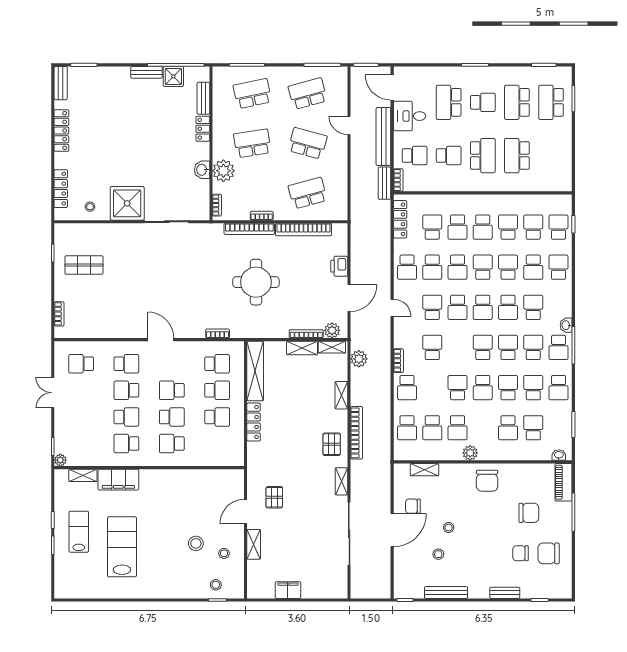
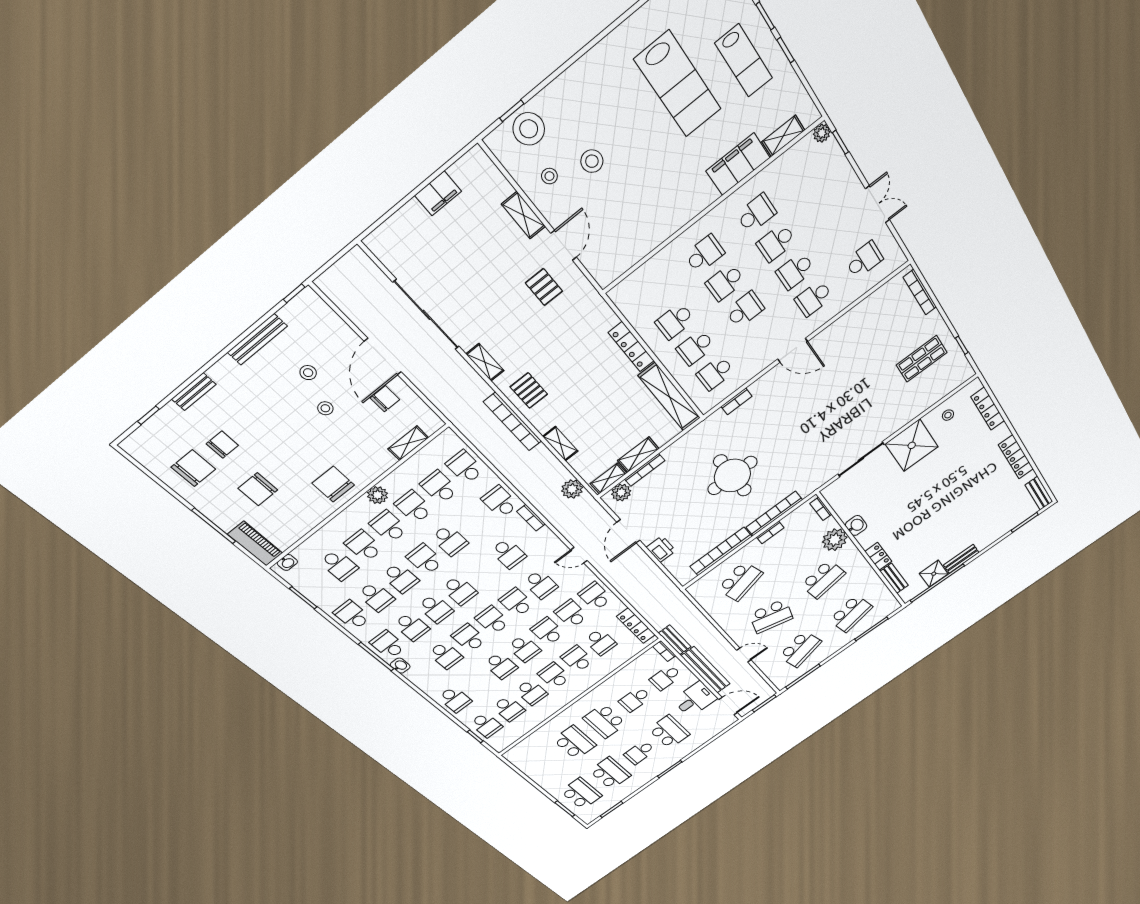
school desk: (533, 267) -> (389, 526), moved
bookcase: (59, 314) -> (920, 292), width x1.56
school desk: (126, 390) -> (795, 271), turned 180
stool: (216, 585) -> (529, 129), width x1.89, depth x1.89

